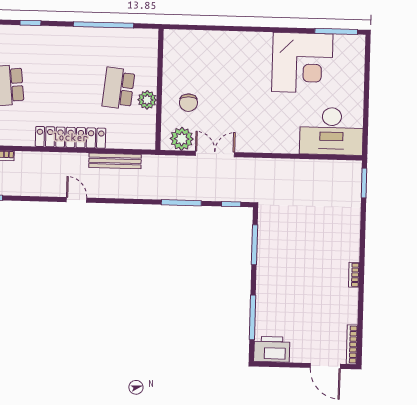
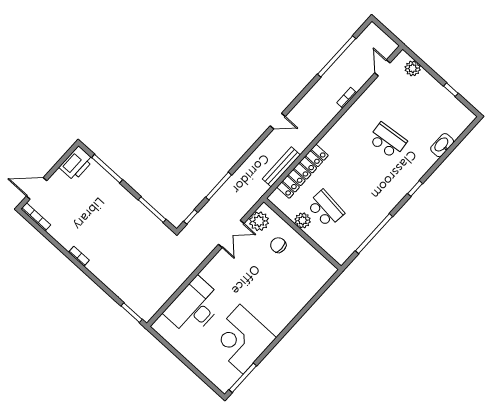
desk: (332, 131) -> (194, 307), moved
locker: (71, 137) -> (303, 171), moved

